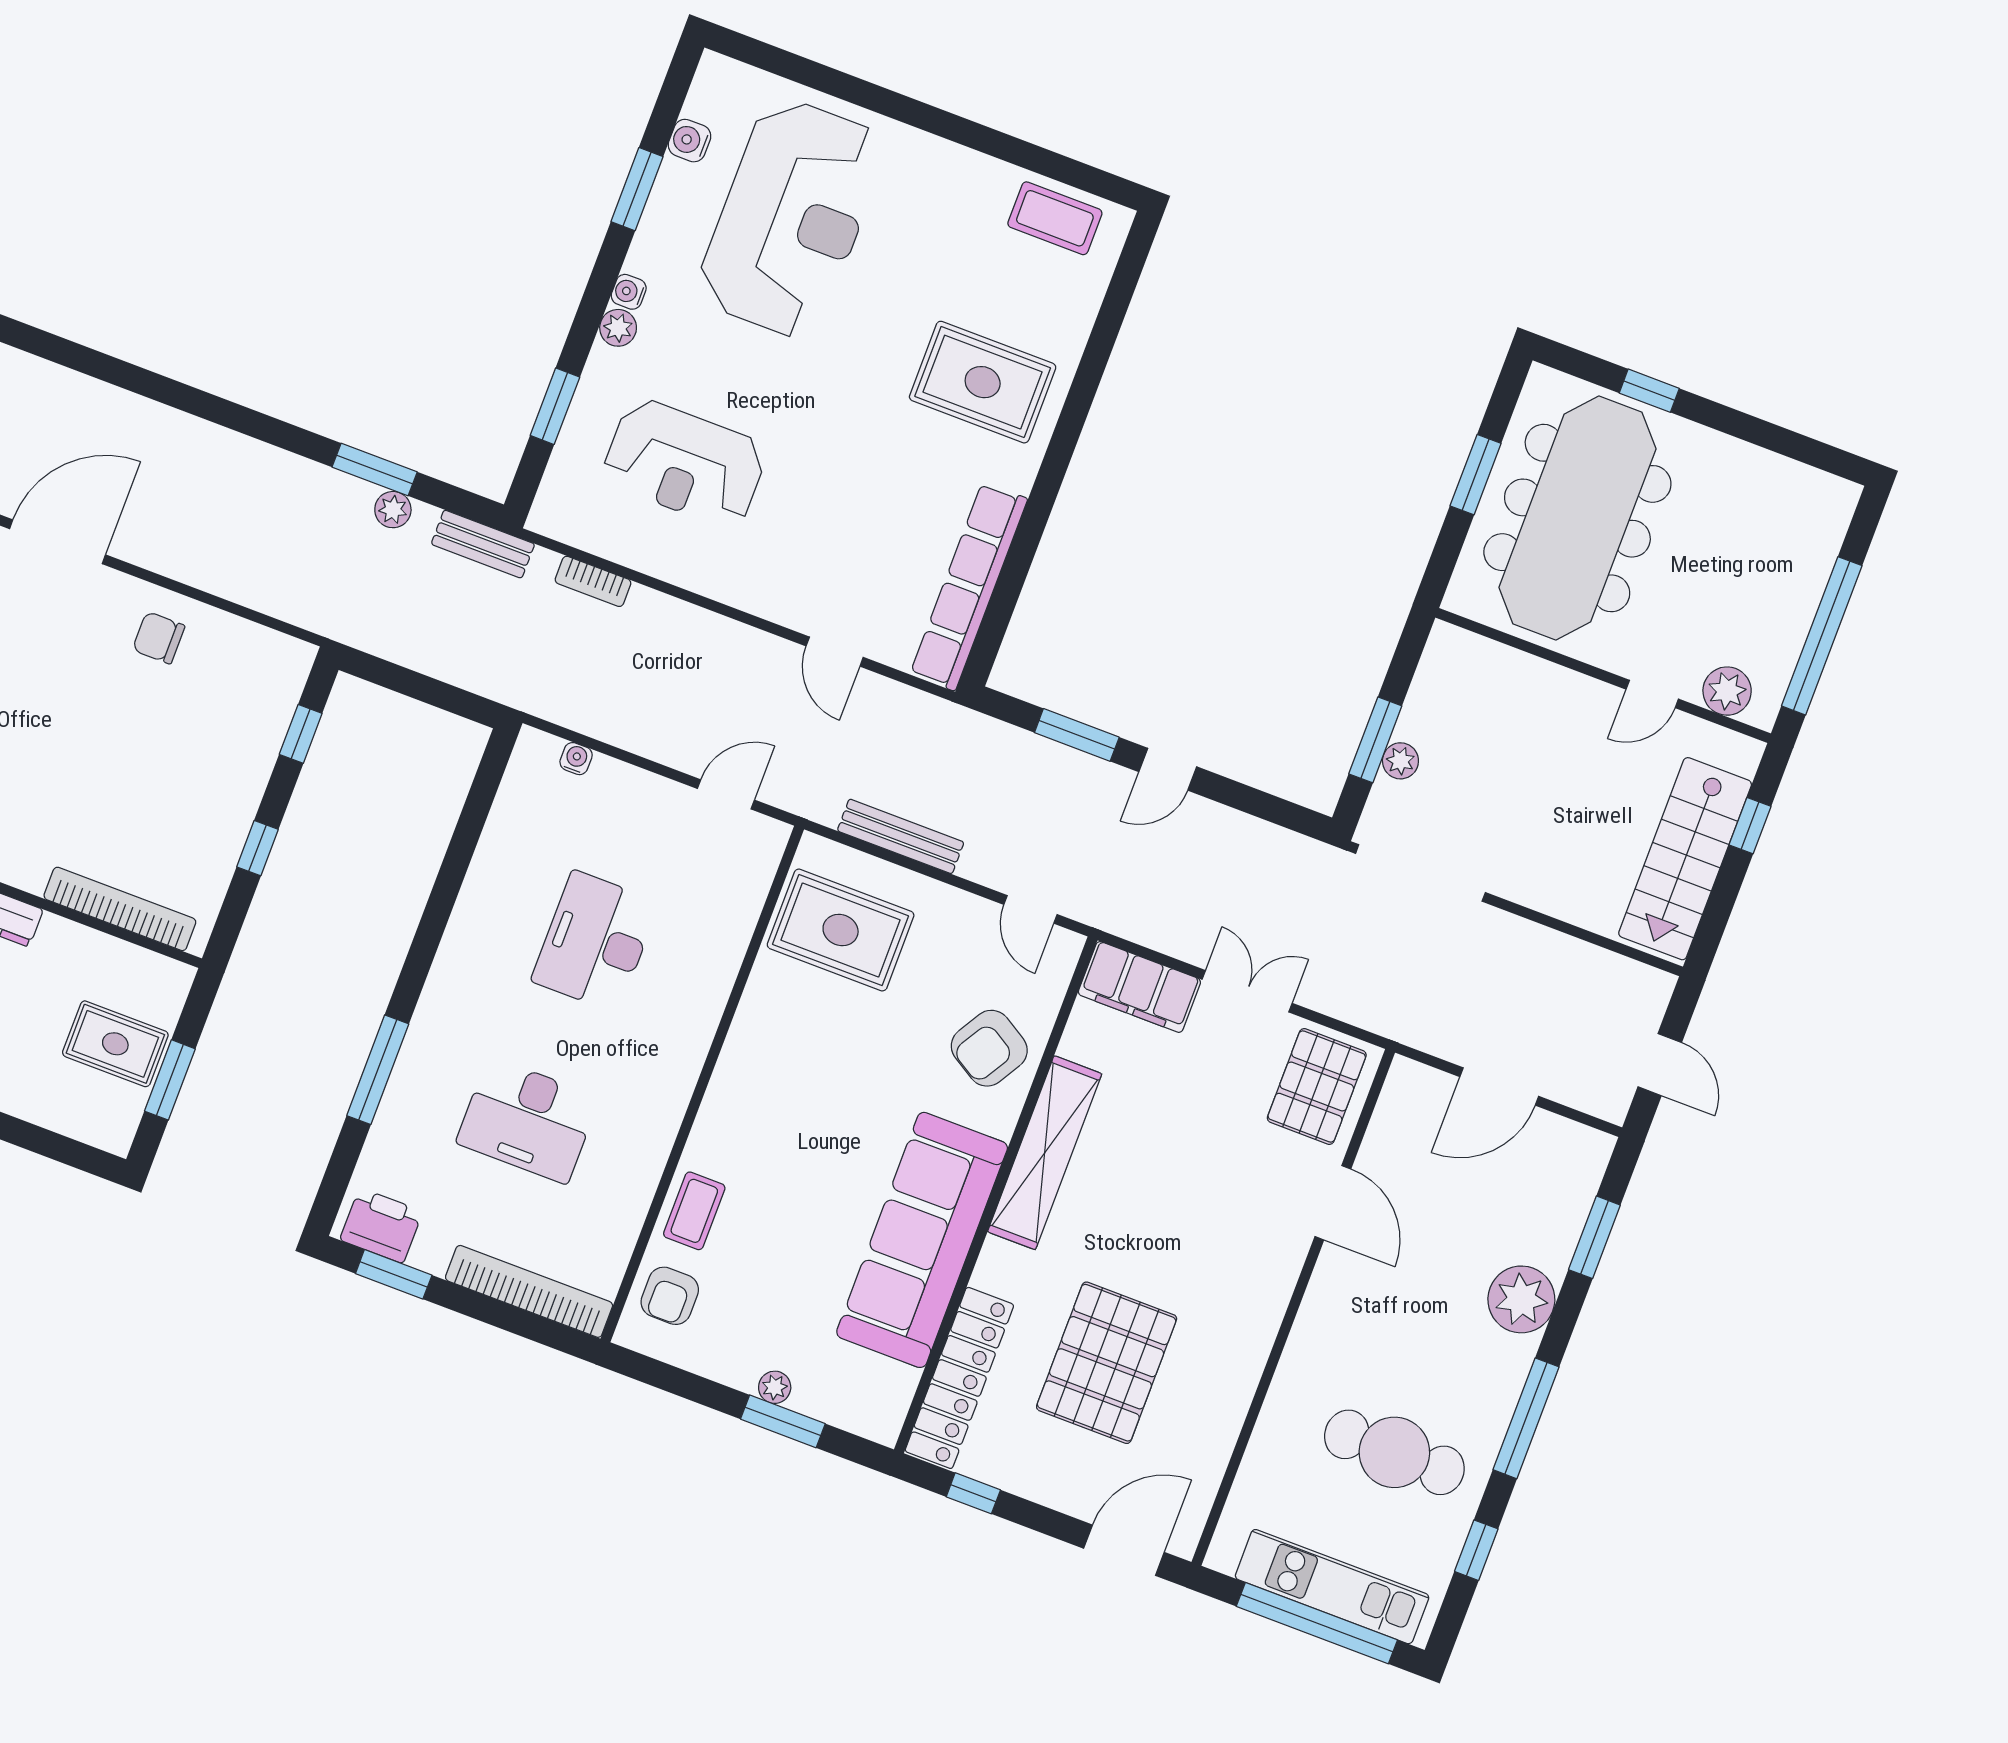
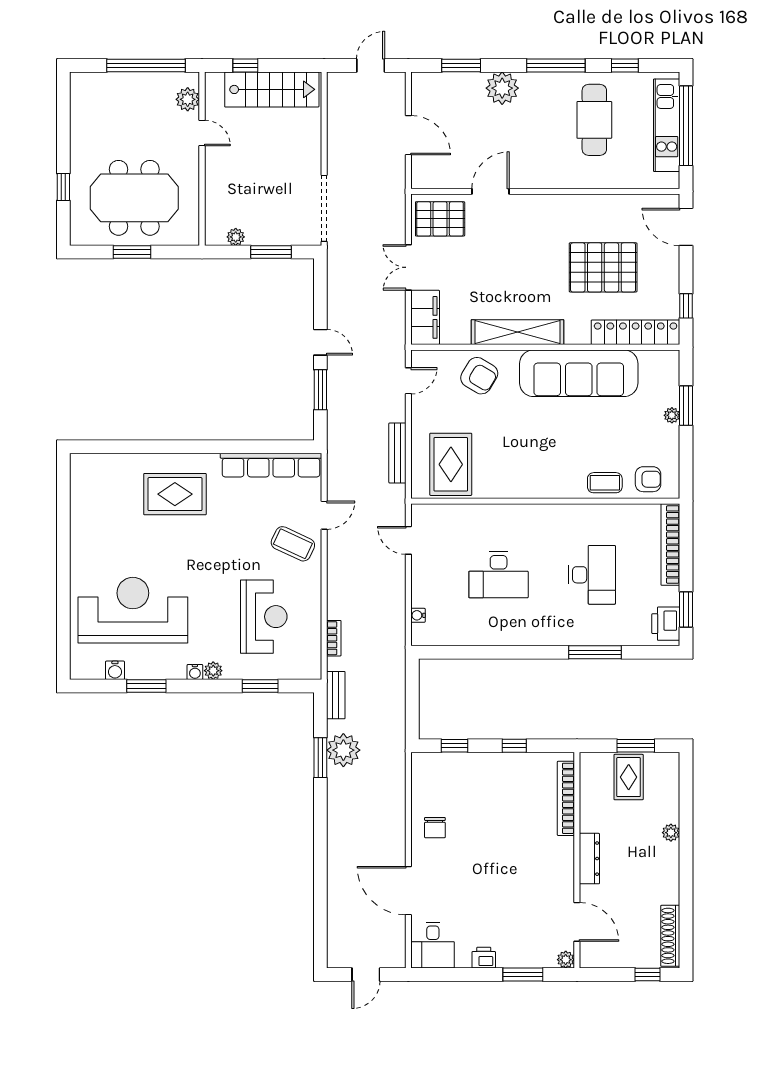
coffee table: (1055, 218) -> (293, 544), moved, turned -65
rug: (983, 382) -> (175, 494), turned 90
plant: (393, 510) -> (343, 750), width x1.88, depth x1.88
meeting table: (1577, 518) -> (134, 198), width x0.73
plant: (1400, 761) -> (236, 237), moved

